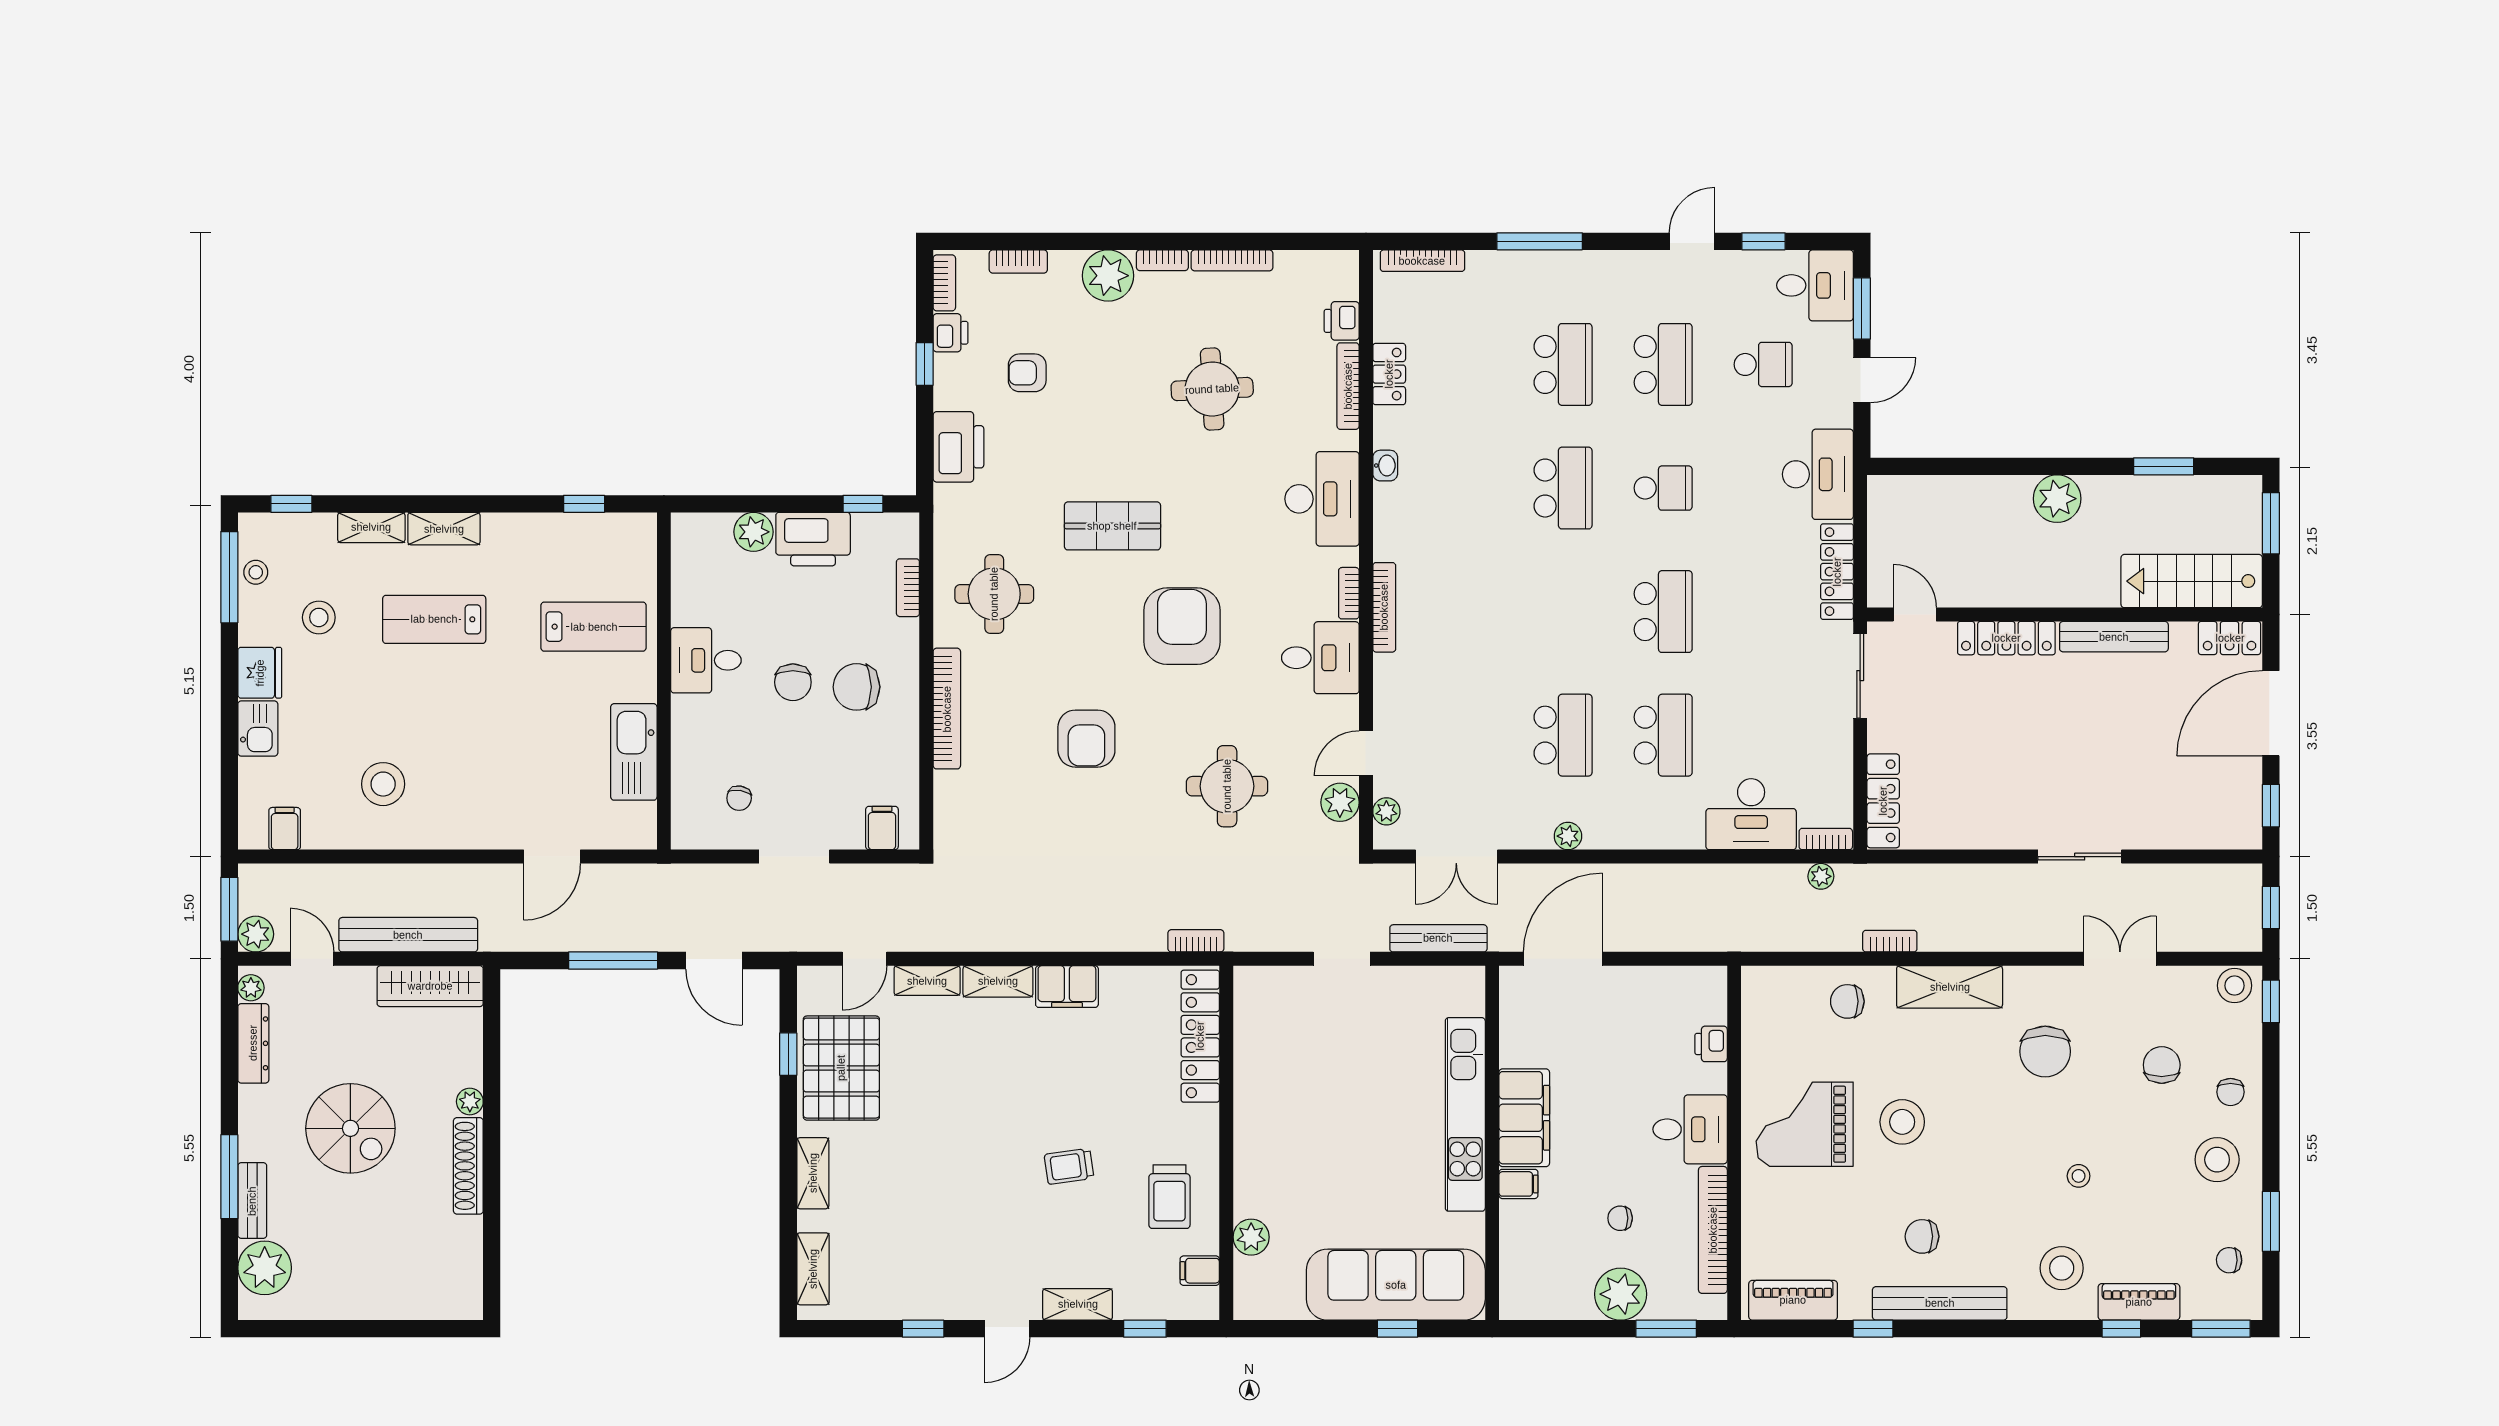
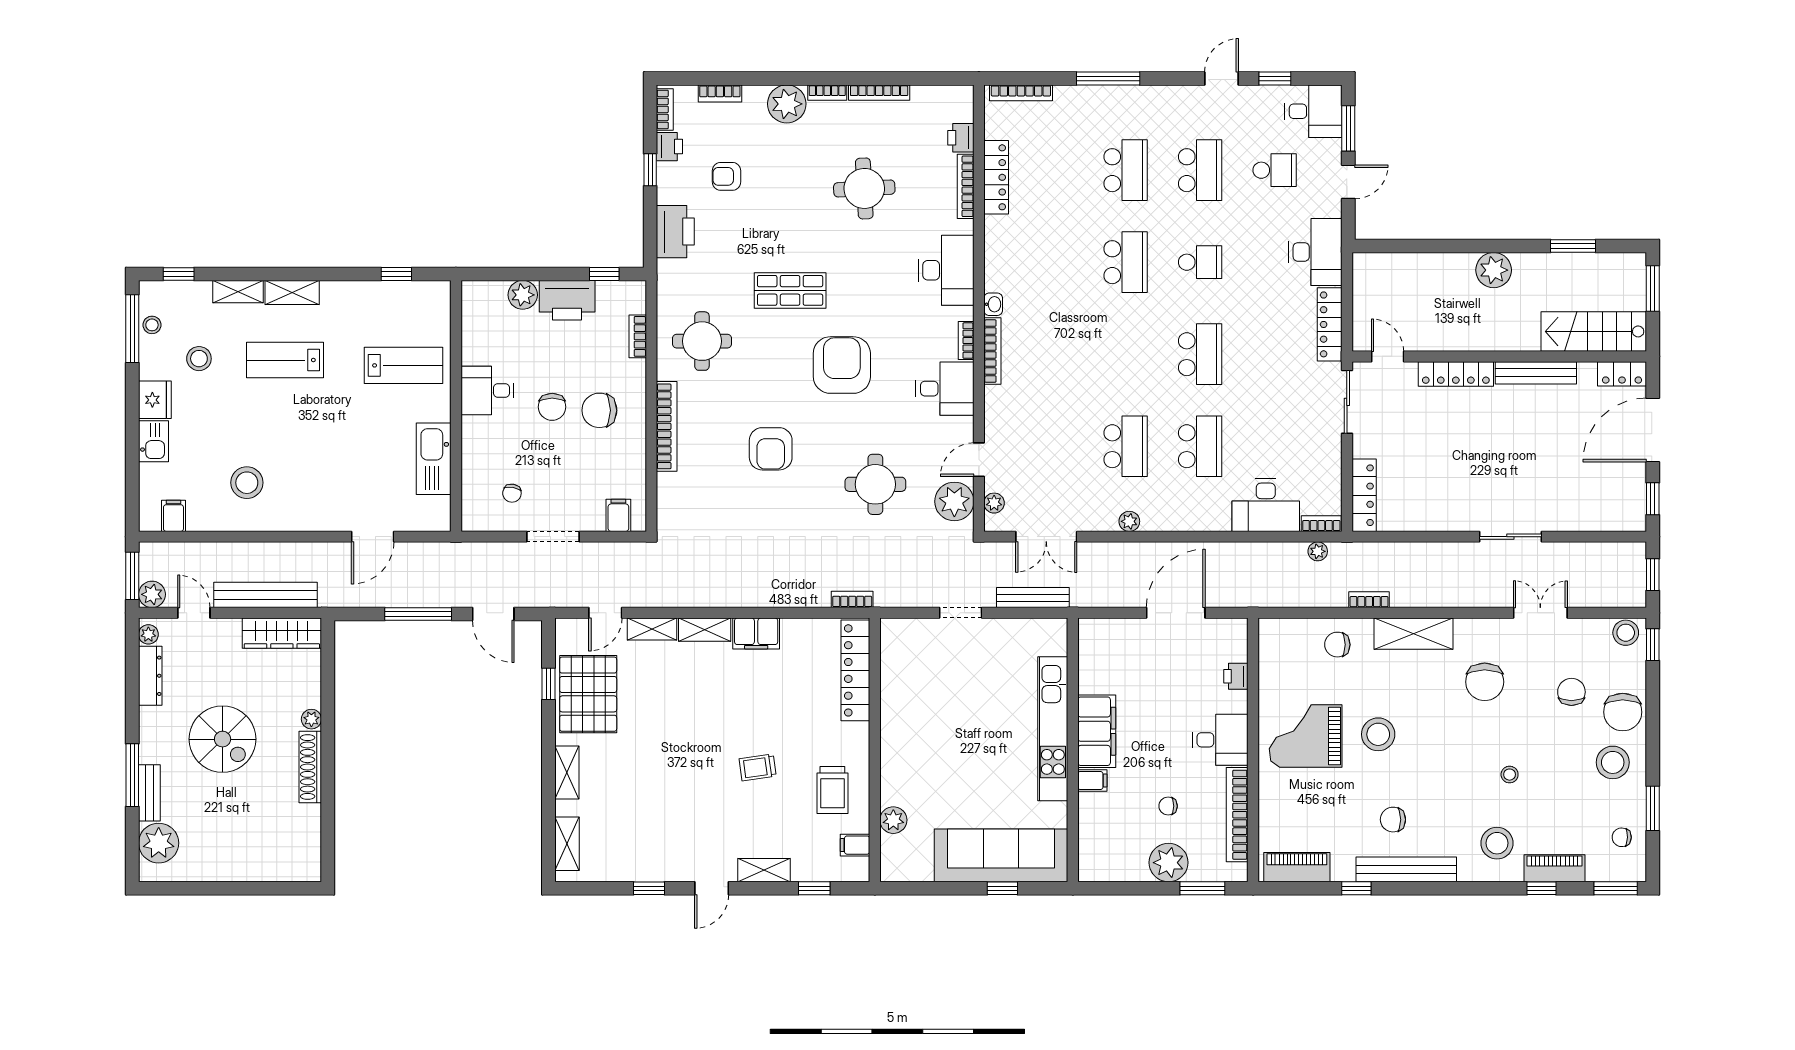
locker: (1389, 374) -> (996, 177), width x1.53
washbasin: (1385, 466) -> (993, 304), moved
plant: (1340, 802) -> (954, 501), width x1.36, depth x1.36
door: (1563, 959) -> (1176, 613), moved
chair: (2231, 1092) -> (1623, 712), width x1.87, depth x1.87

